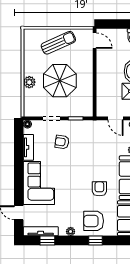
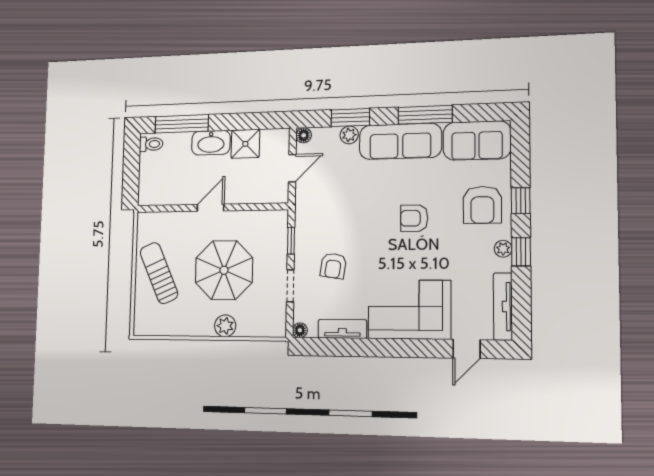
door: (95, 41) -> (211, 208), moved
armchair: (99, 189) -> (414, 218), moved
window: (47, 241) -> (521, 252), moved

